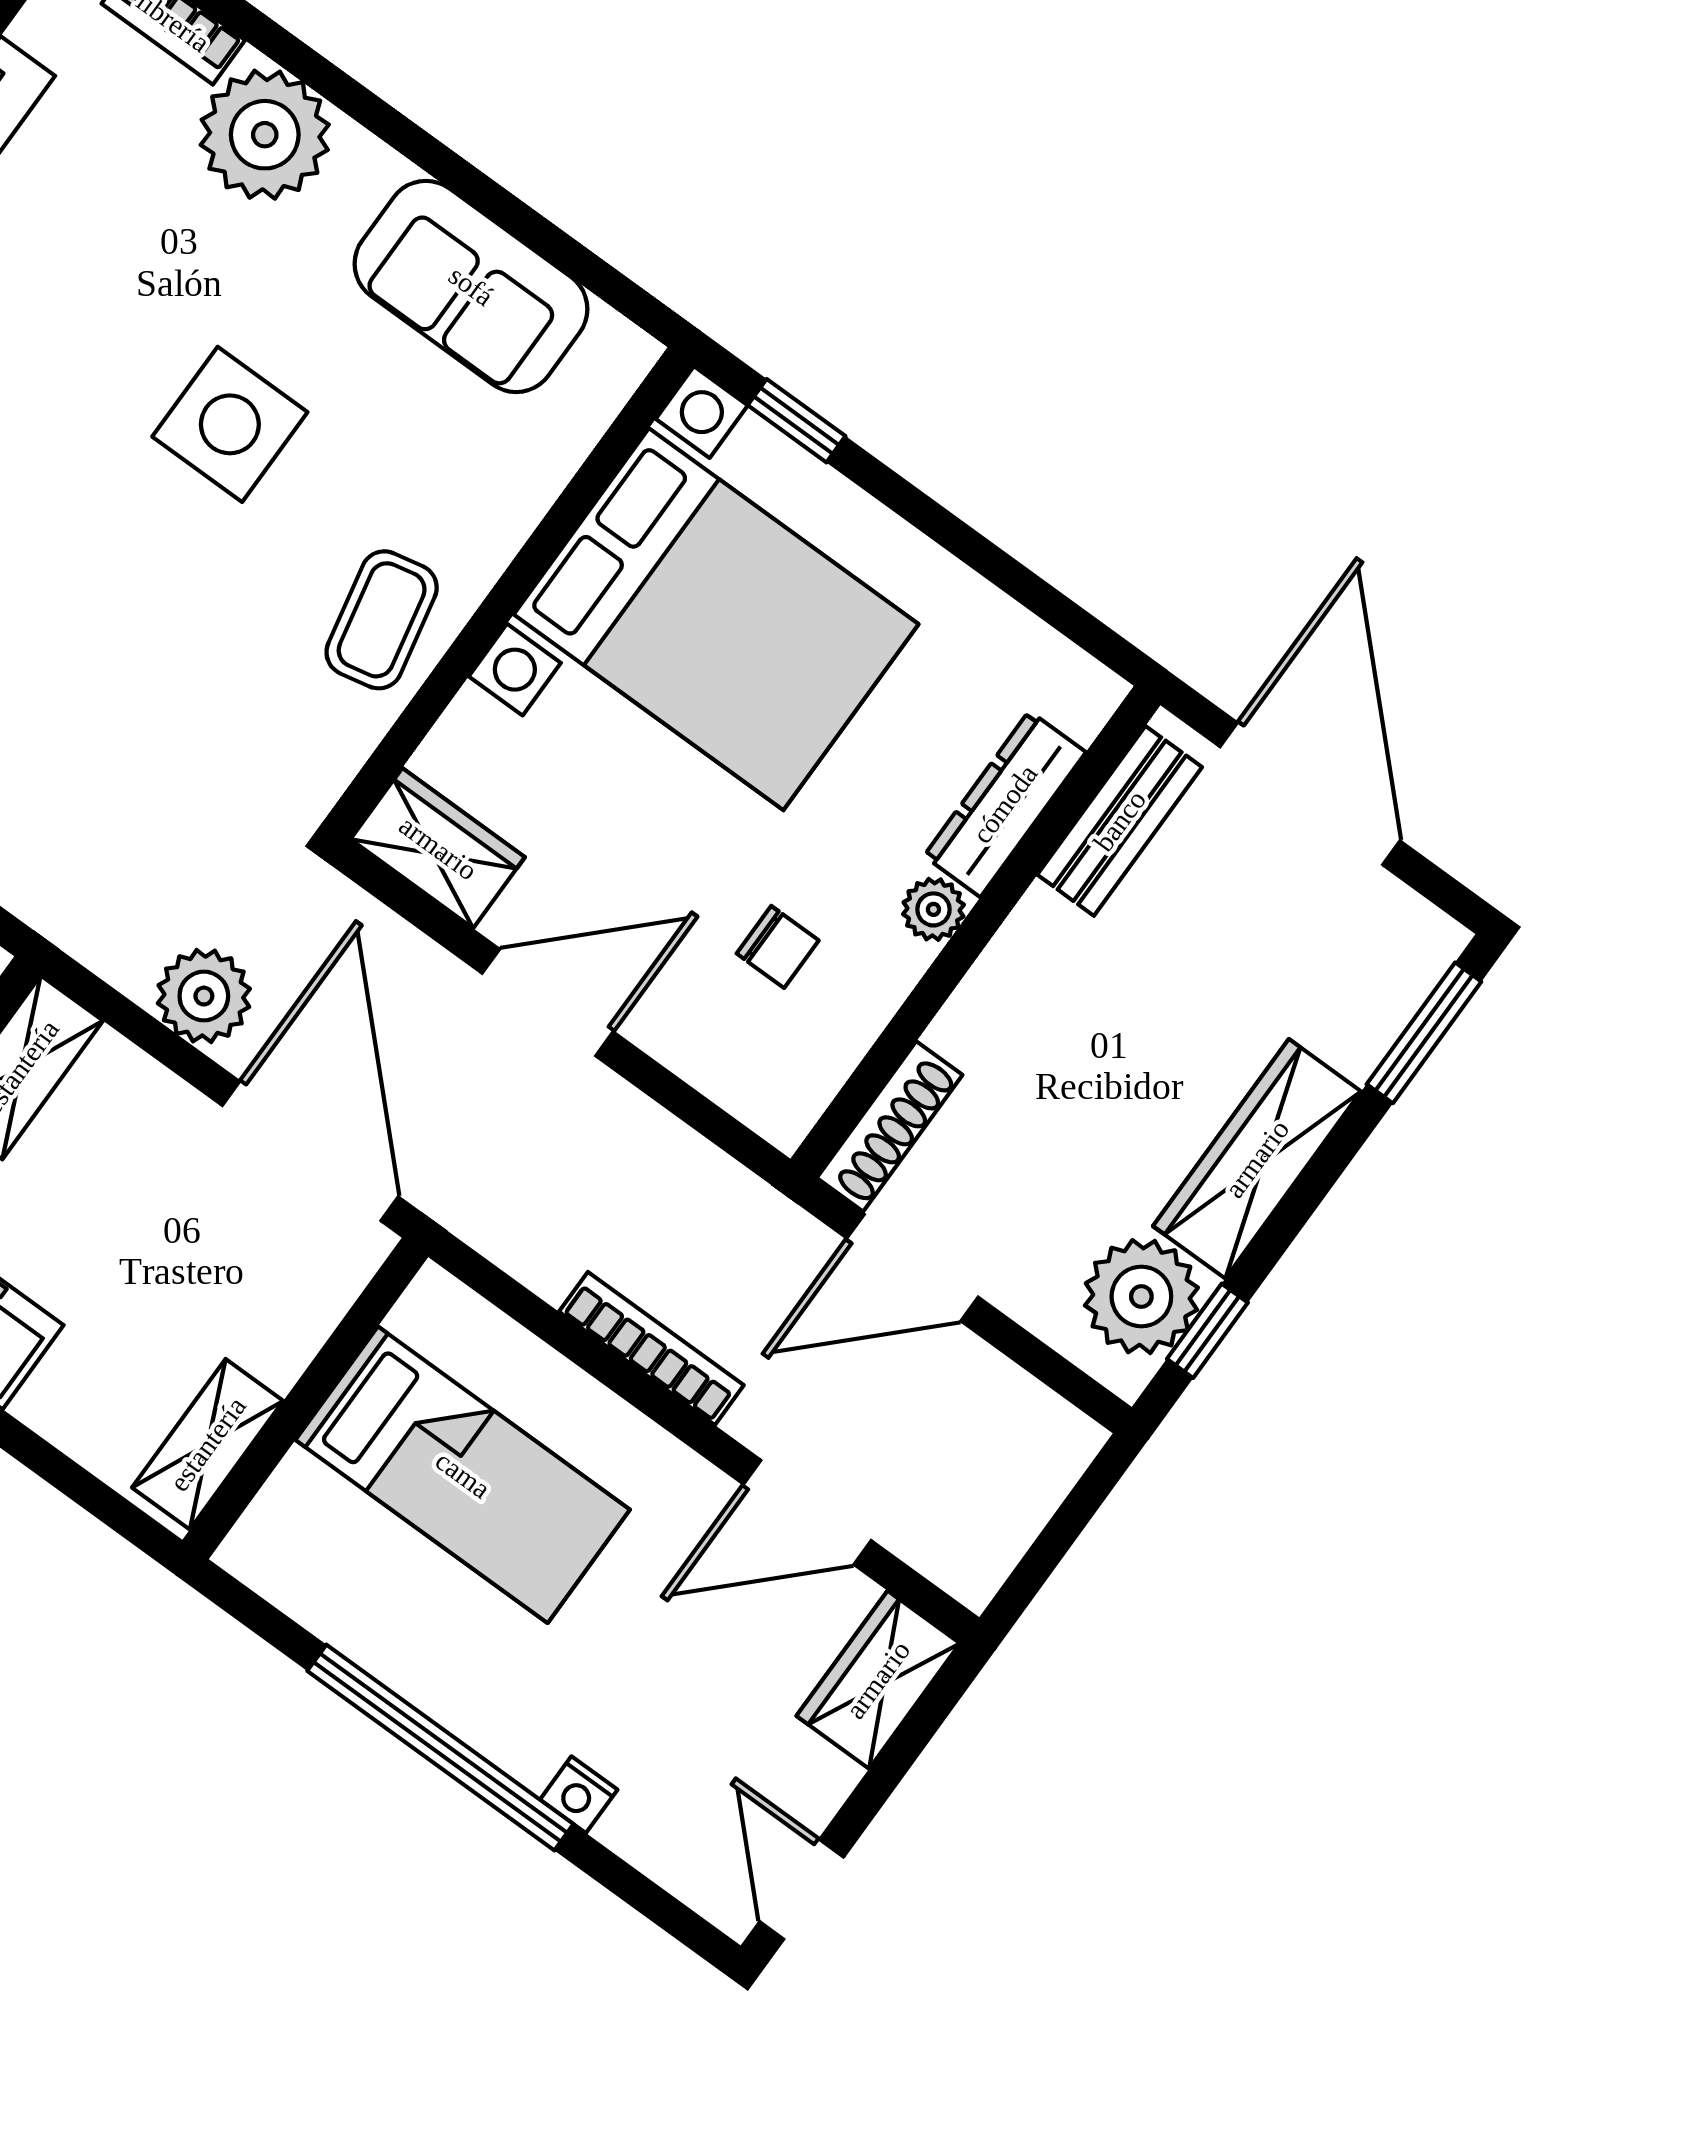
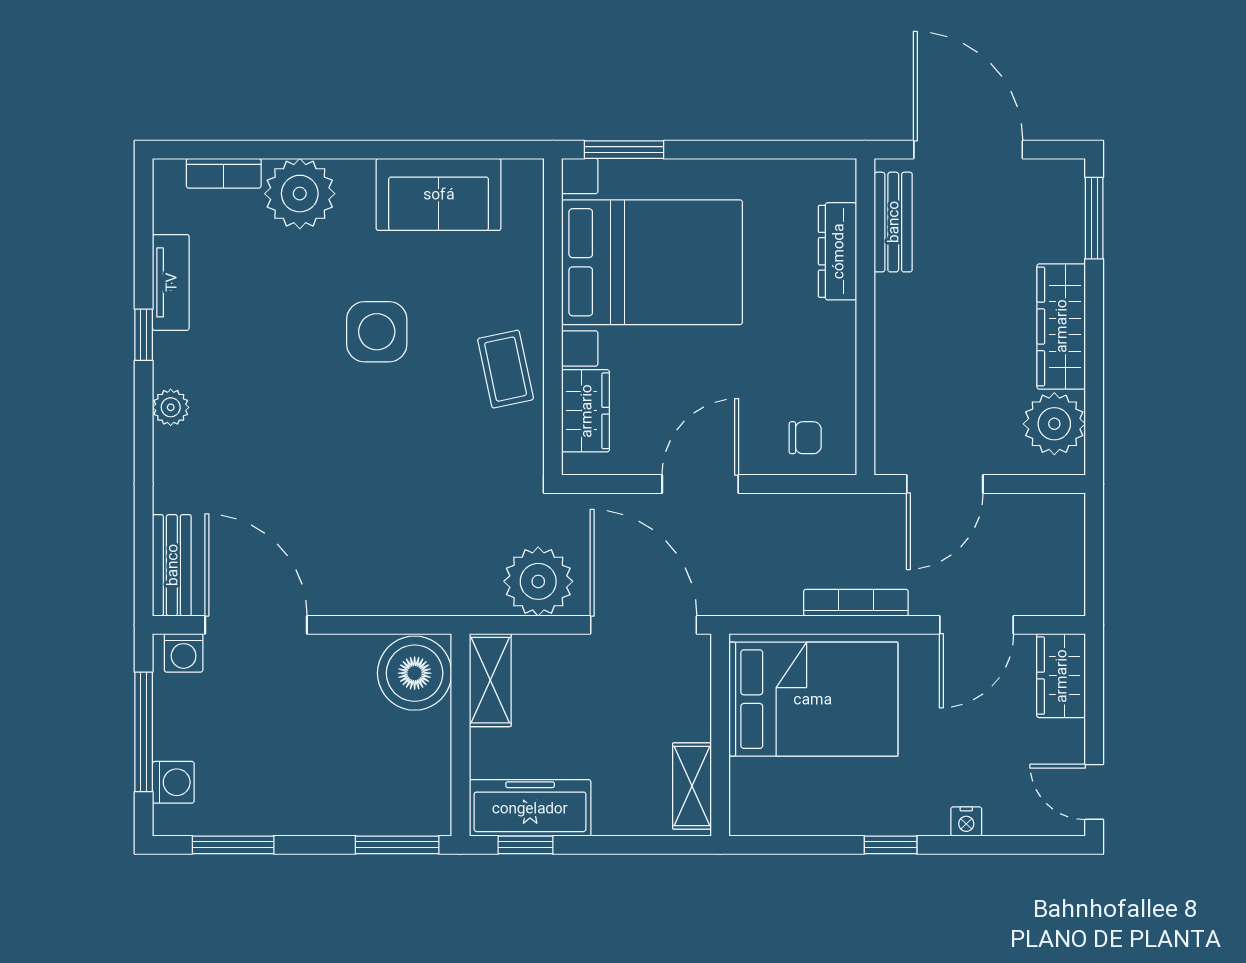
window: (797, 421) -> (624, 150), width x1.50
wardrobe: (438, 848) -> (586, 411), moved, turned 90
plant: (933, 909) -> (840, 320), removed
chair: (778, 947) -> (805, 438), moved
plant: (204, 996) -> (538, 581), width x1.36, depth x1.36
shoe rack: (890, 1126) -> (890, 429), removed
window: (1207, 1331) -> (1094, 418), removed
bed: (463, 1475) -> (813, 699), width x1.50
window: (440, 1748) -> (891, 845), width x0.32

